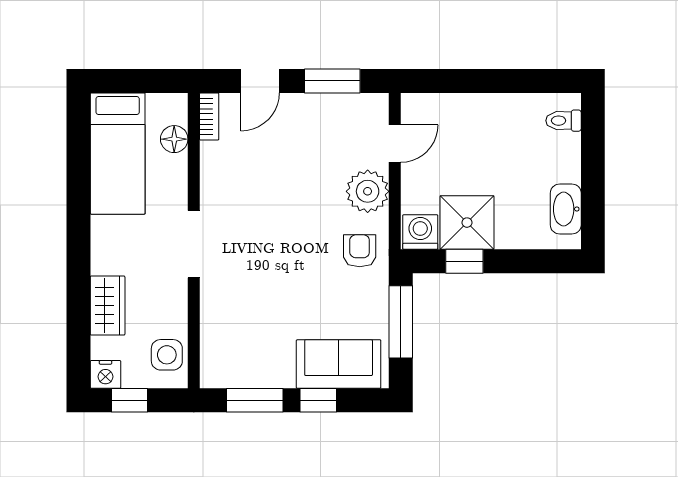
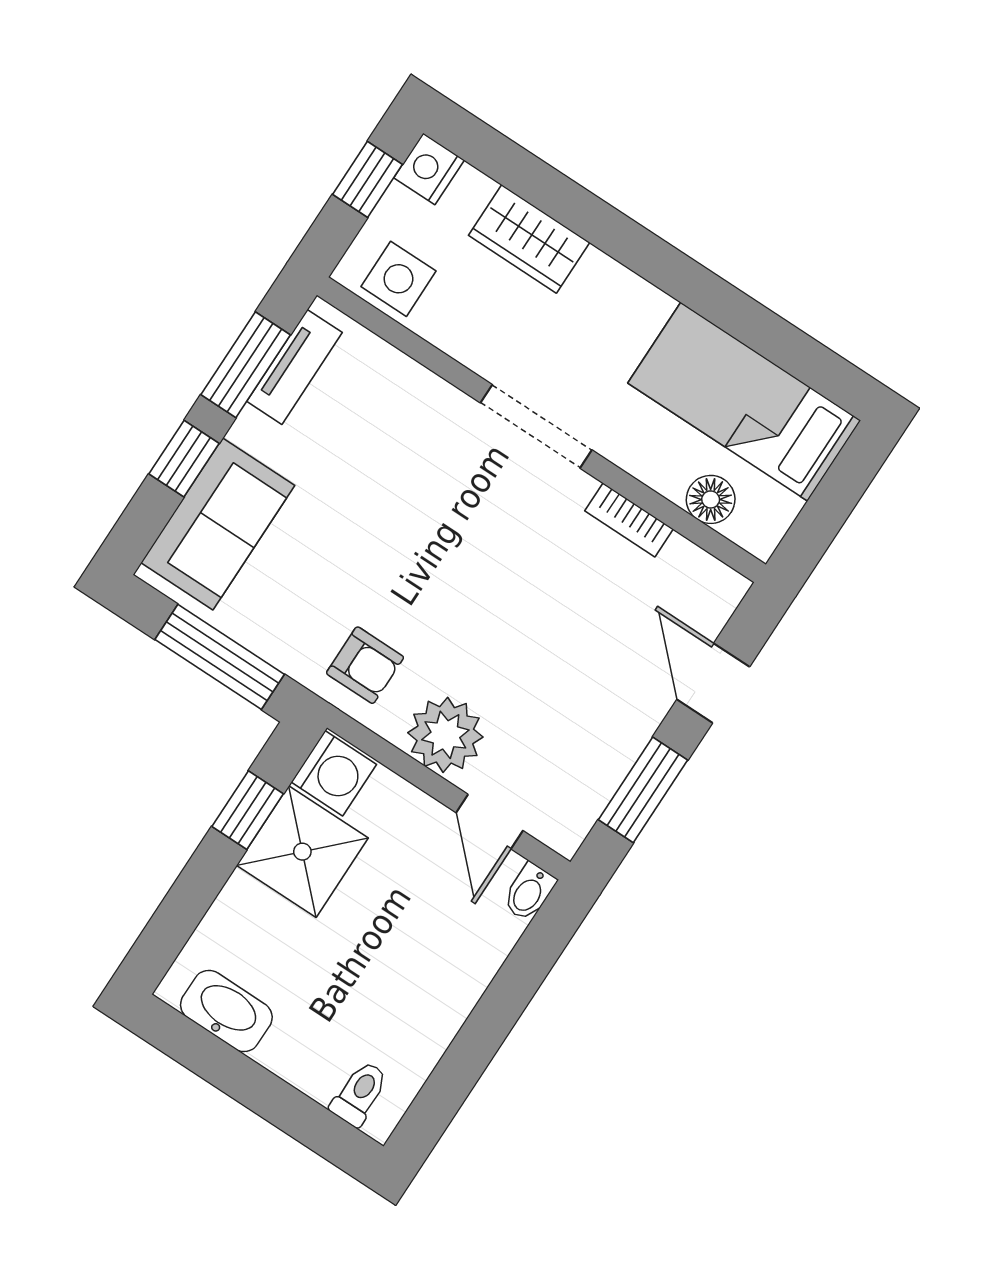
bidet: (416, 103) -> (529, 892), added
bookcase: (209, 116) -> (629, 520), moved
tv unit: (241, 377) -> (295, 367), added

